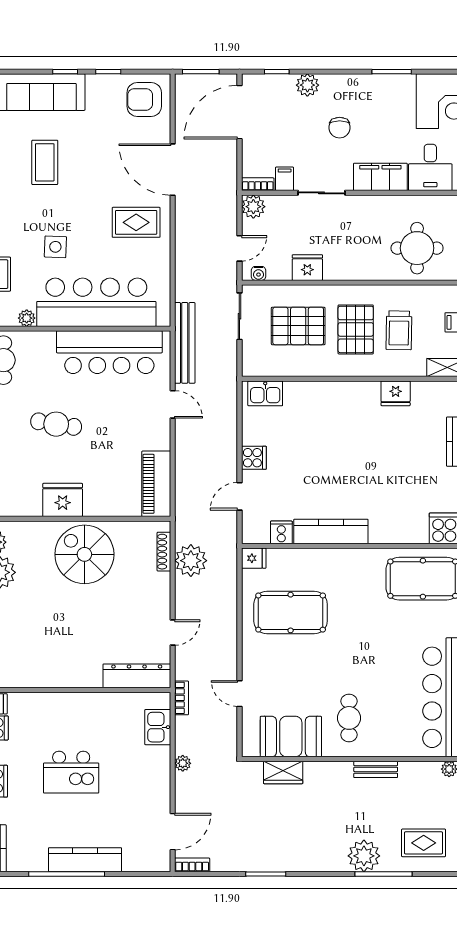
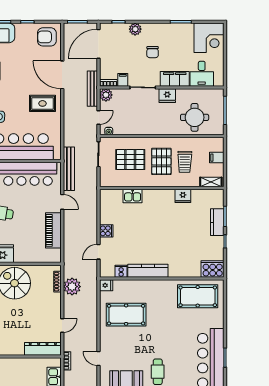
bench: (228, 195) -> (92, 89), added
fridge: (307, 268) -> (167, 96), moved, turned 180
kitchen sink: (265, 393) -> (133, 196), moved
piano: (156, 484) -> (53, 230), moved

